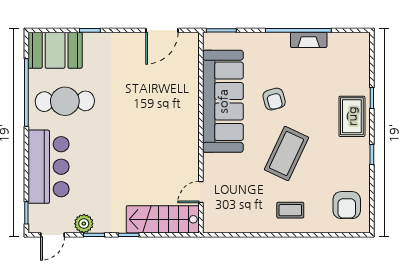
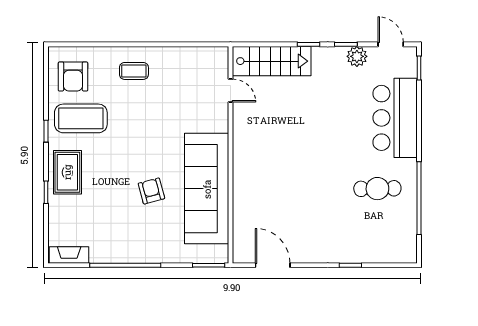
door: (162, 30) -> (273, 265), hinge flipped
fireplace: (309, 40) -> (69, 255), moved
booth: (55, 50) -> (388, 244), removed
cafe table: (65, 101) -> (377, 189), width x0.73, depth x0.74
coffee table: (286, 153) -> (81, 118), moved, turned 65
door: (201, 192) -> (231, 91), hinge flipped
armchair: (347, 205) -> (73, 76), turned 180
door: (53, 235) -> (391, 44), hinge flipped

